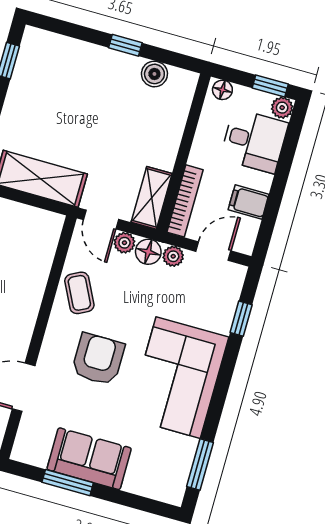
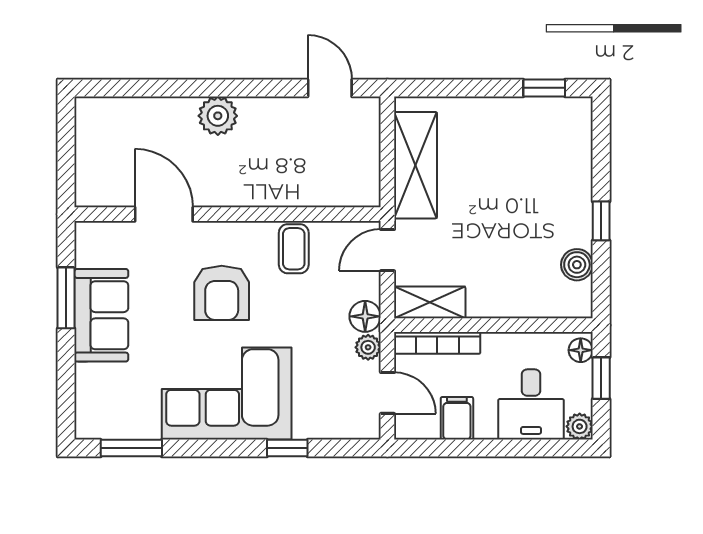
window: (270, 86) -> (601, 378), moved
plant: (124, 243) -> (368, 285), removed
coffee table: (79, 293) -> (294, 249), turned -63
window: (241, 319) -> (287, 448), moved
armchair: (98, 359) -> (222, 293), turned 90

